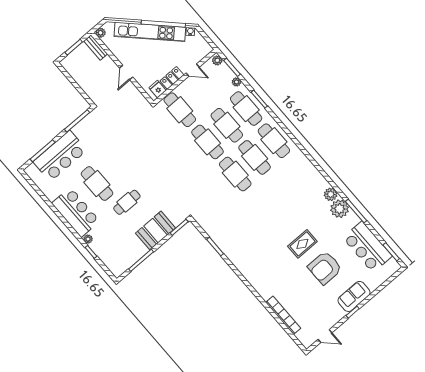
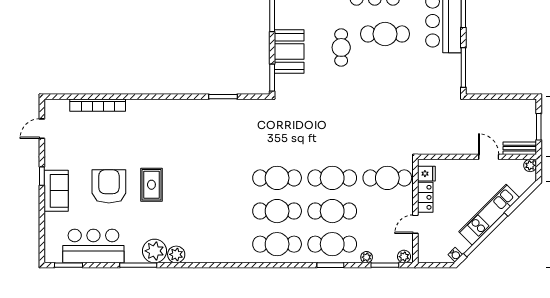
kitchen unit: (150, 32) -> (489, 215), width x0.73
door: (126, 73) -> (489, 157), moved

